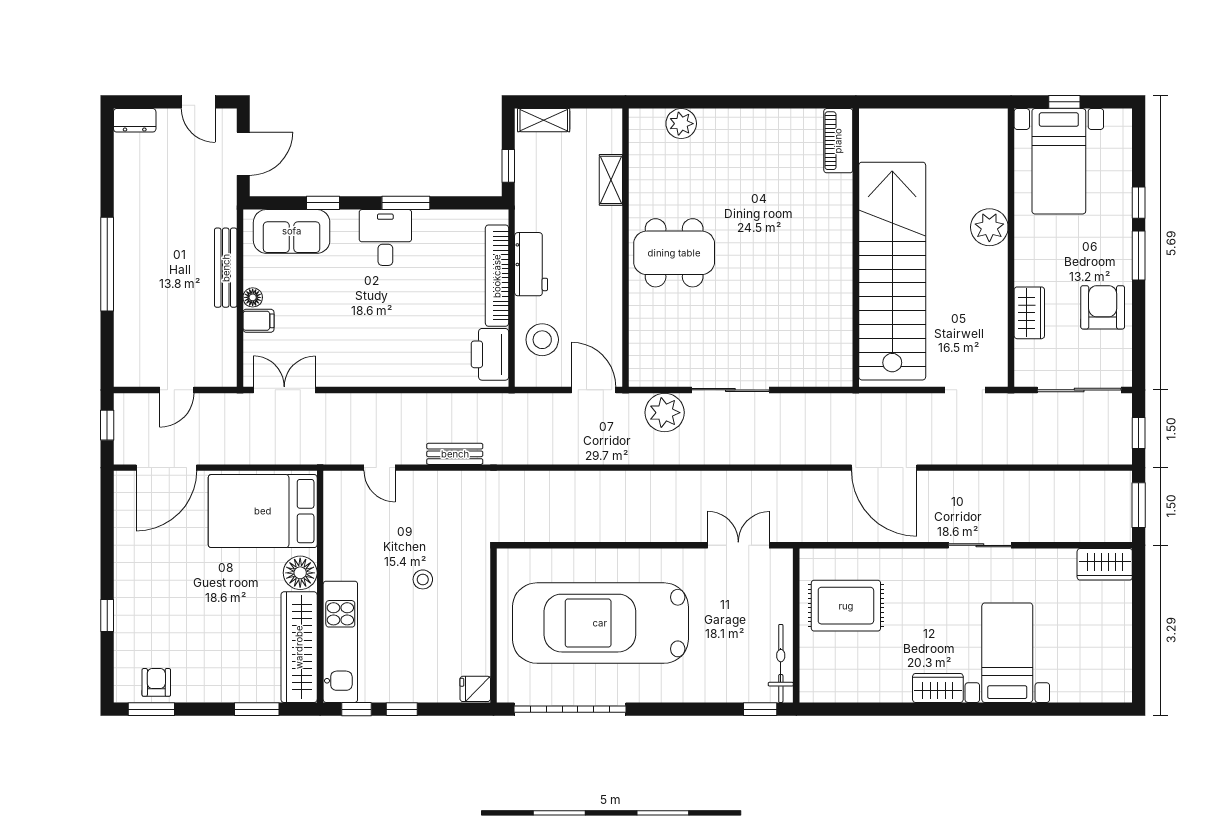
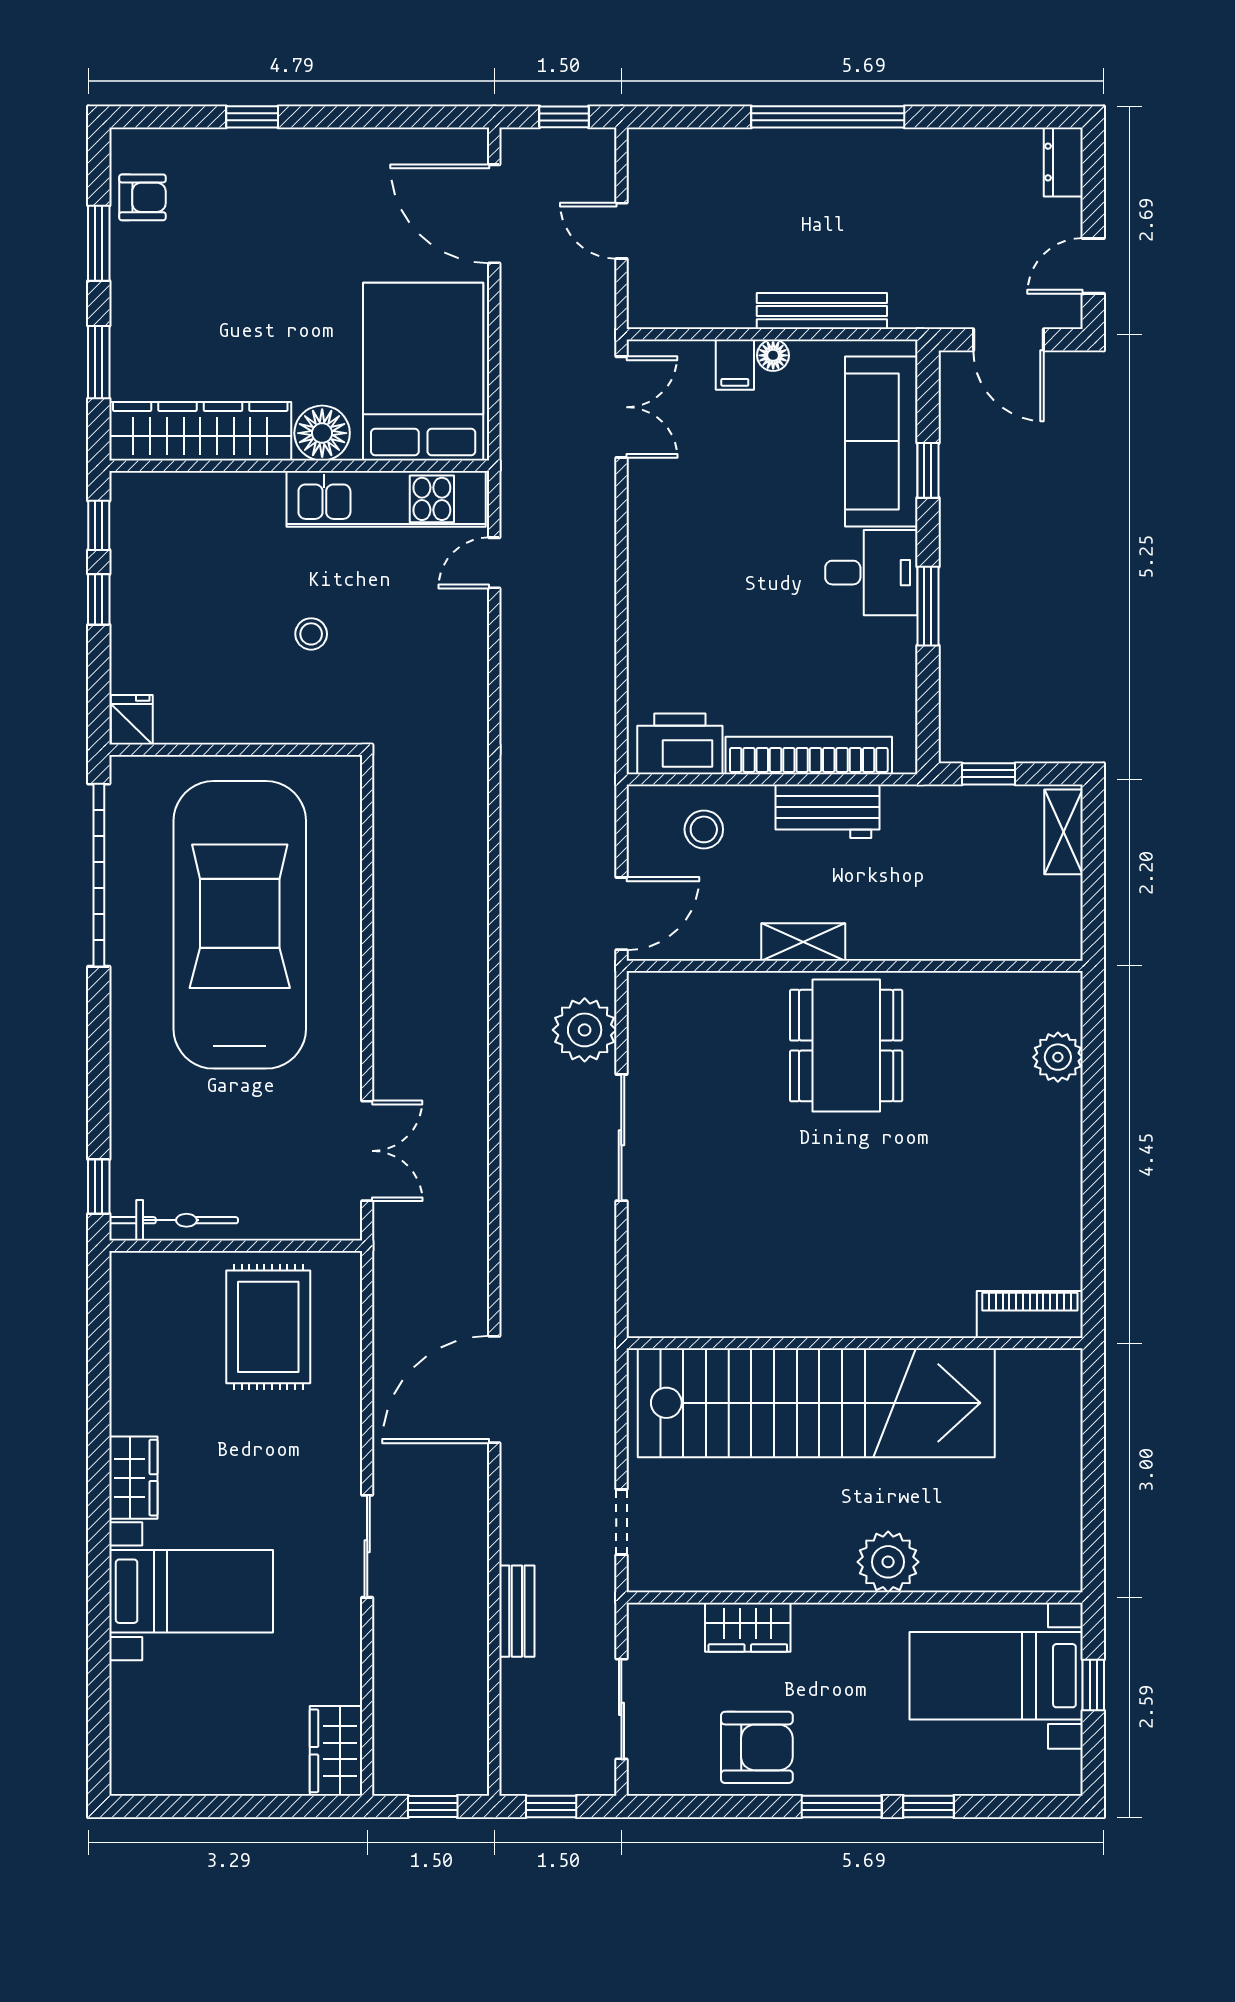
shelving: (611, 180) -> (803, 942), moved
sofa: (292, 231) -> (881, 441), width x1.36
stool: (542, 340) -> (704, 829), width x0.73, depth x0.73
sliding door: (1079, 390) -> (621, 1709), width x0.73
bench: (455, 454) -> (517, 1611), moved
window: (1139, 505) -> (433, 1806), width x0.67
kitchen unit: (340, 642) -> (386, 499), moved
window: (151, 709) -> (99, 243), moved

